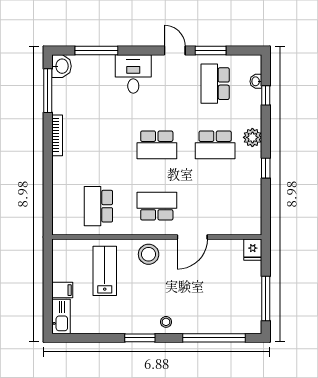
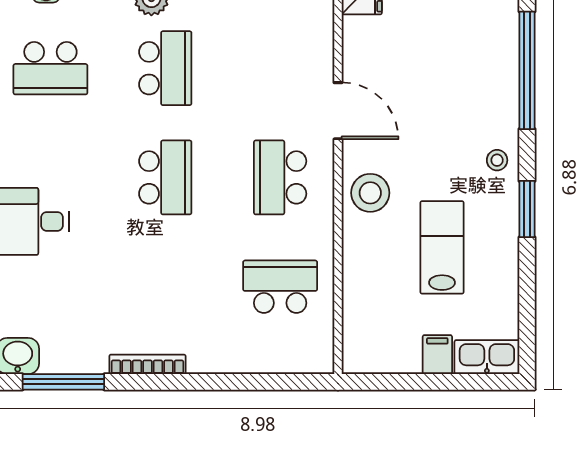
school desk: (98, 206) -> (280, 287), turned 180
lab bench: (105, 271) -> (442, 247), moved, turned 90

